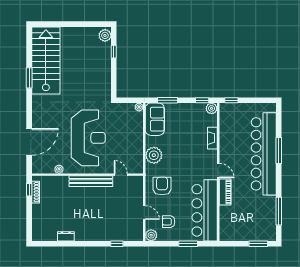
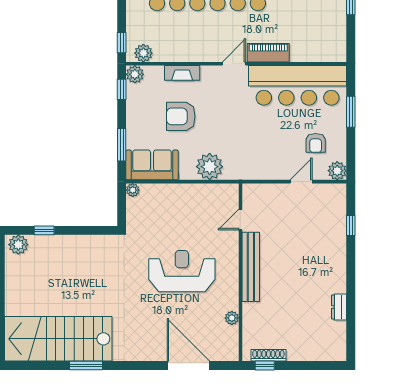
plant: (225, 114) -> (143, 53), added
reception desk: (88, 138) -> (182, 271), width x0.74, depth x0.77
armchair: (162, 186) -> (181, 116), moved

